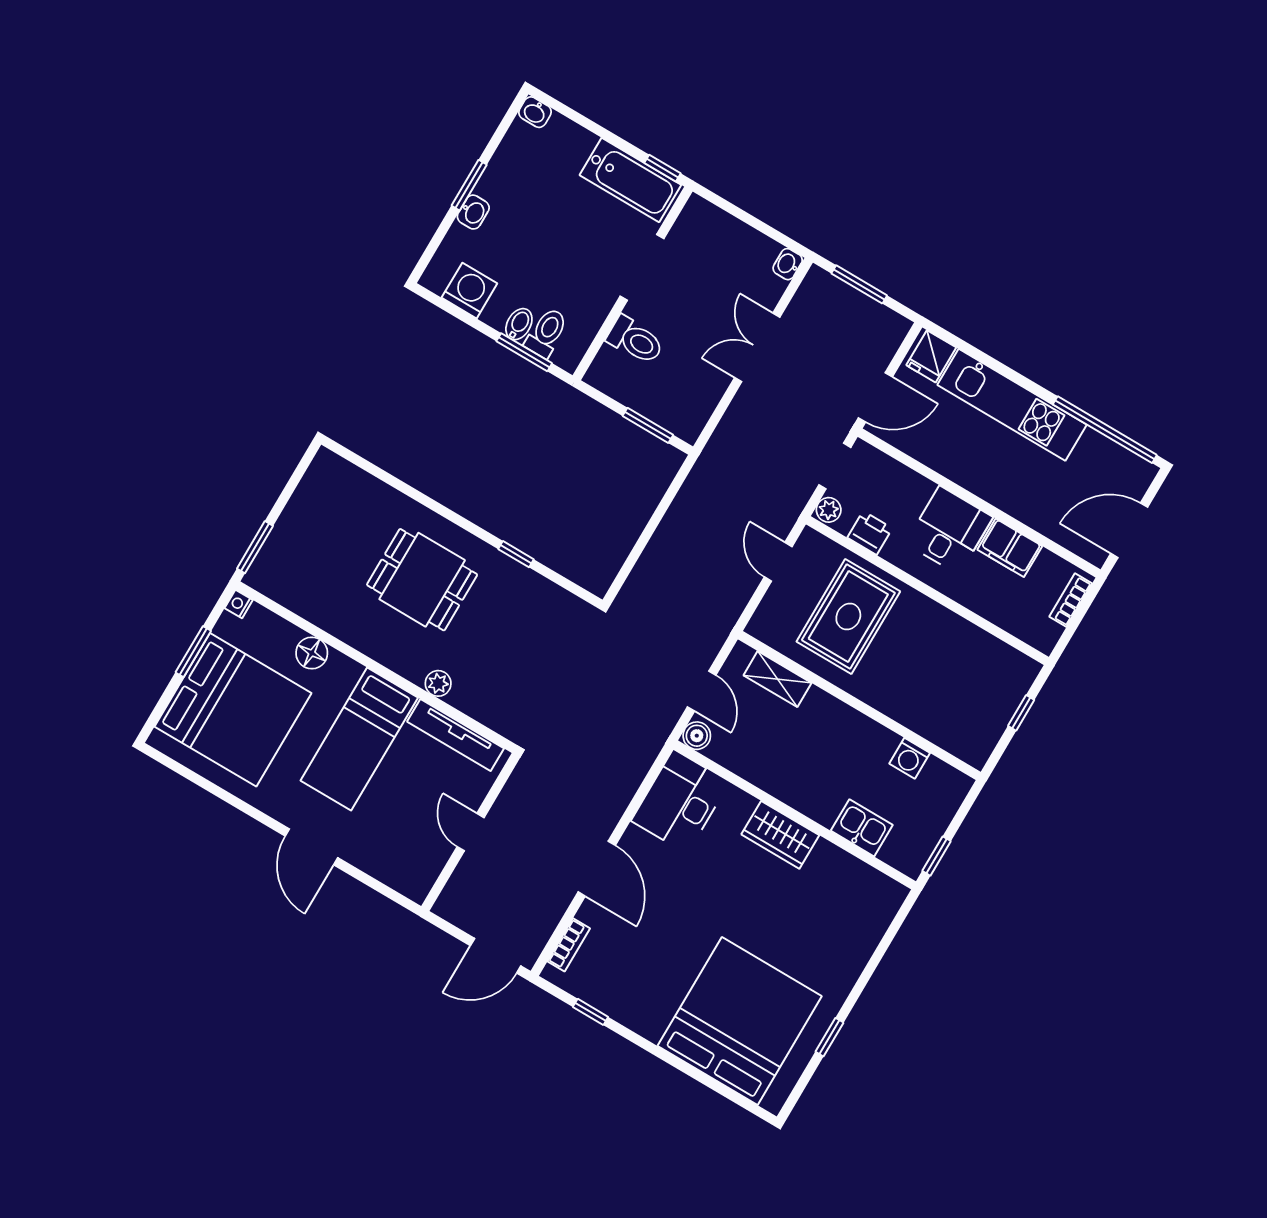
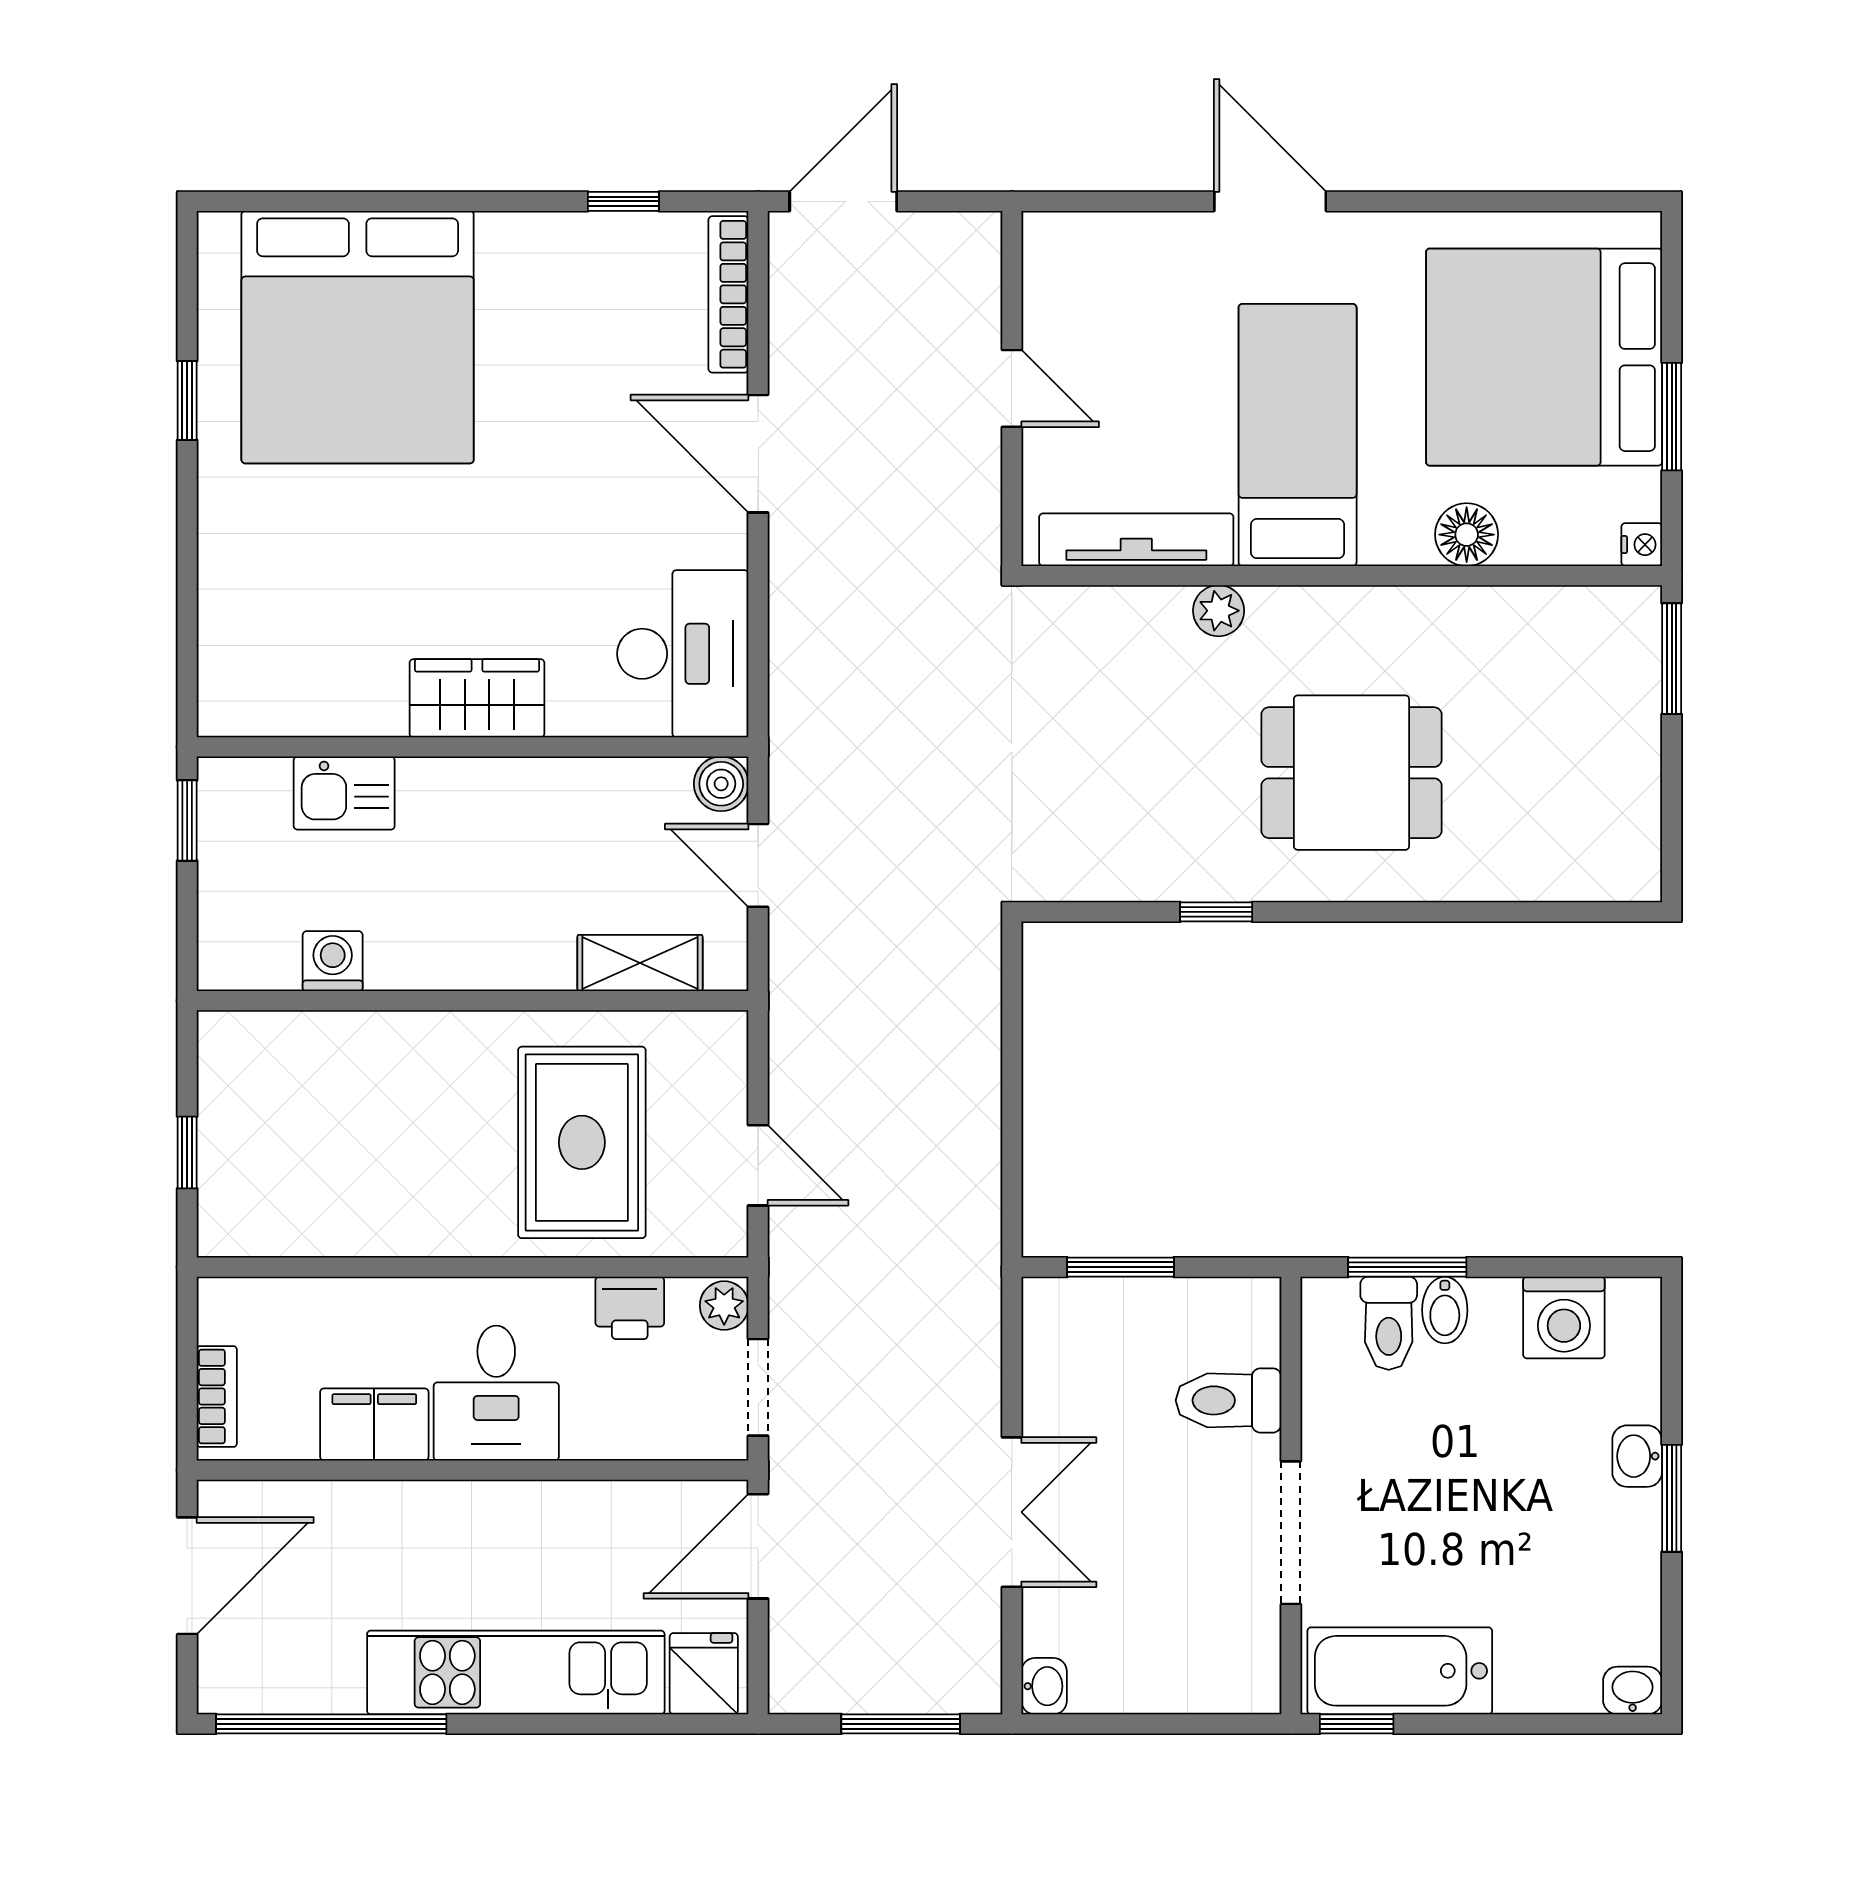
bookcase: (569, 945) -> (728, 294), width x1.56

